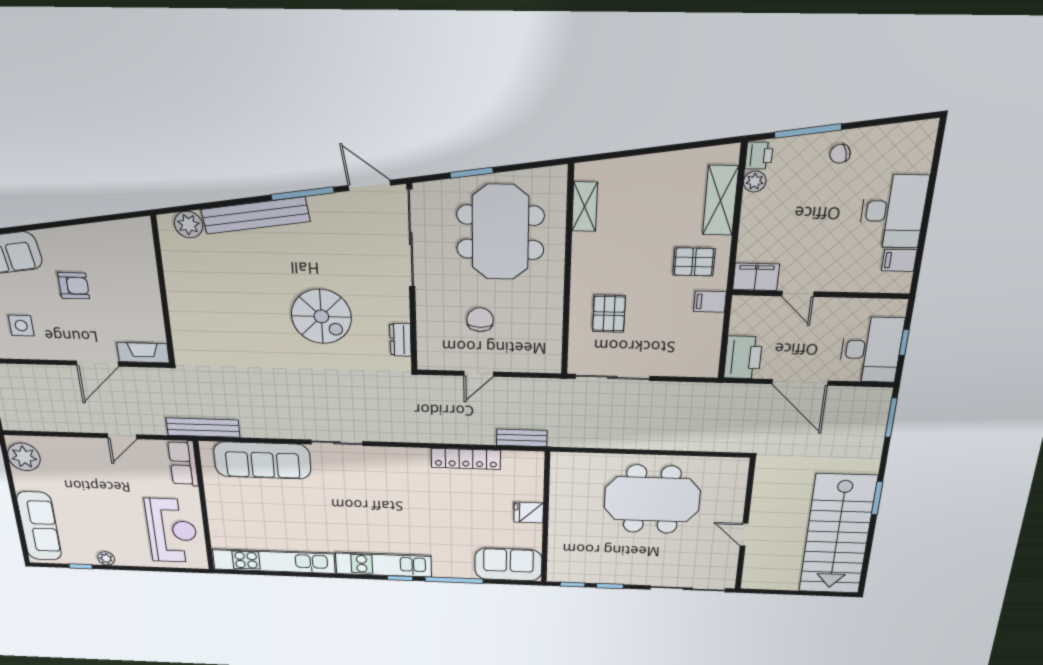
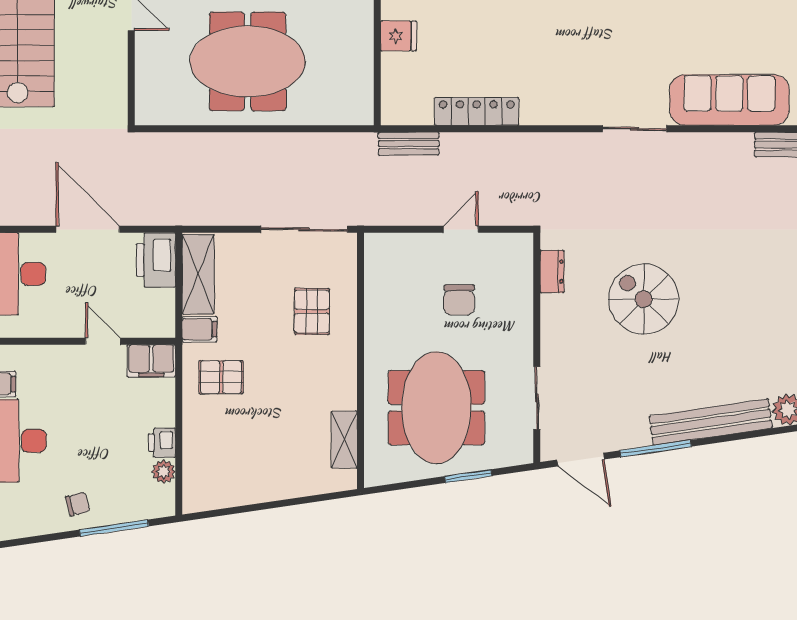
printer: (759, 156) -> (162, 443), moved
shelving: (720, 200) -> (198, 274), moved
sliding door: (411, 239) -> (537, 398), width x0.54

